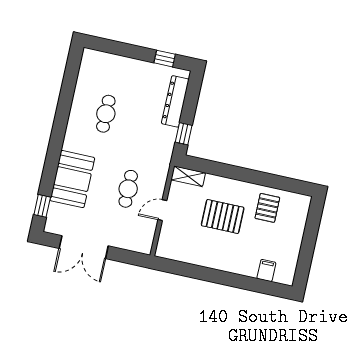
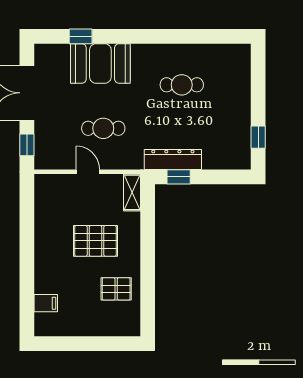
dresser: (175, 101) -> (173, 159), moved
window: (42, 206) -> (81, 36), moved
pallet: (223, 216) -> (95, 241), turned 90
window: (128, 257) -> (27, 145), added

